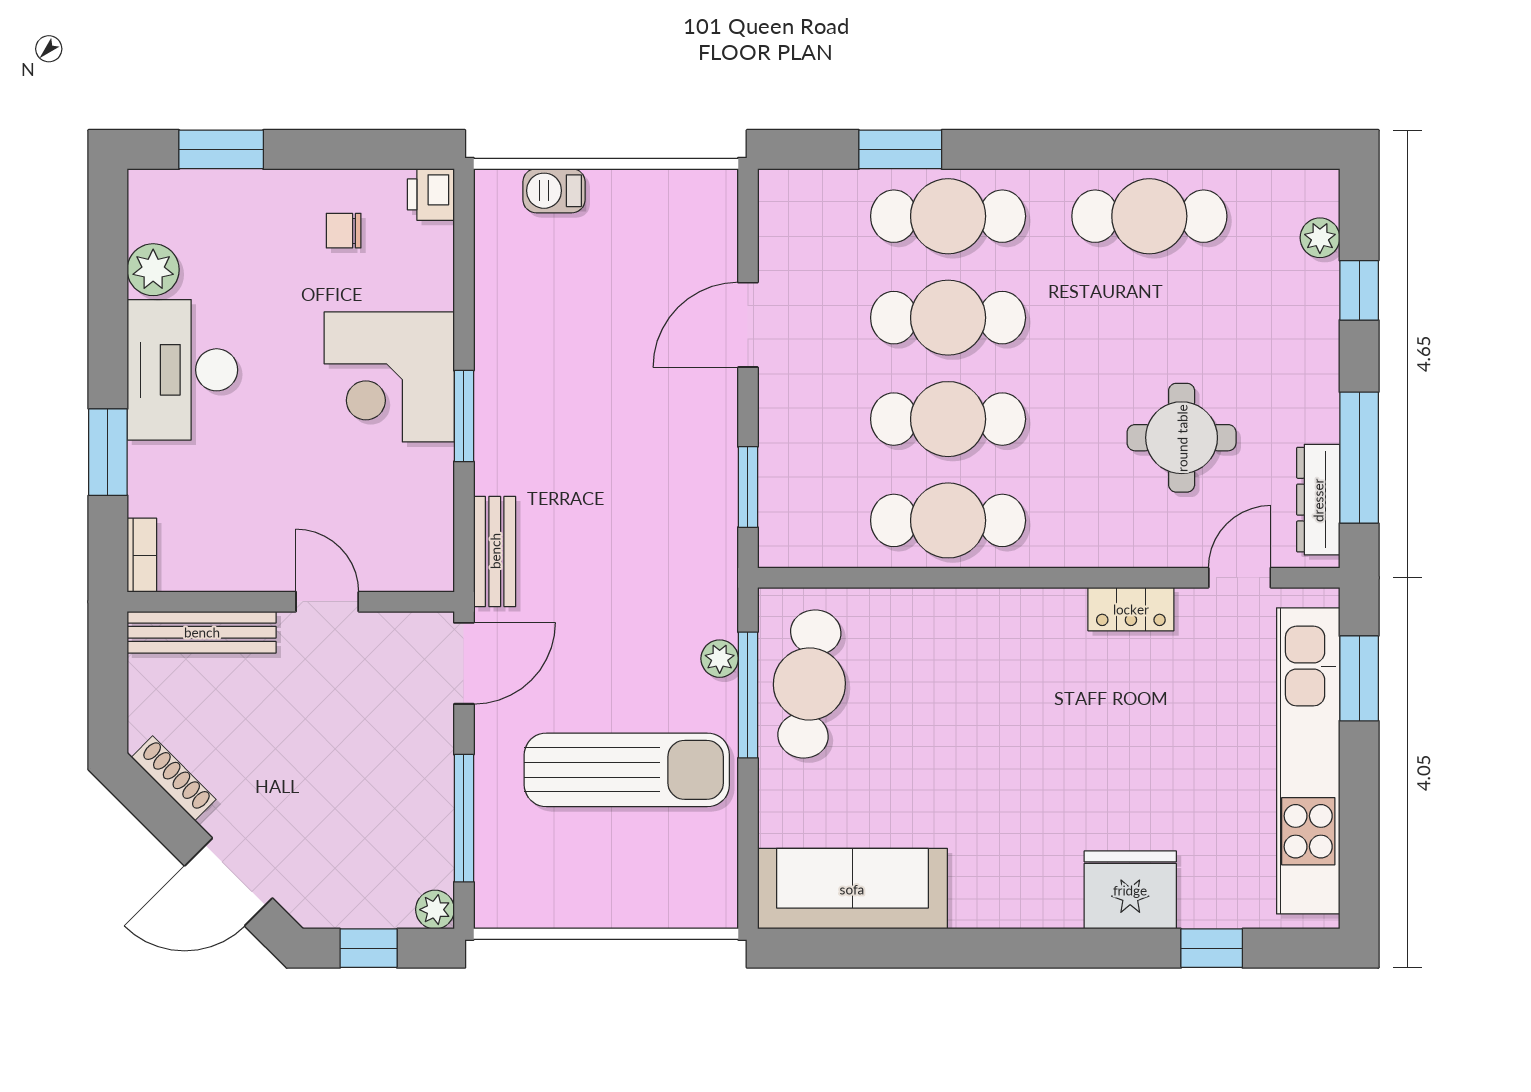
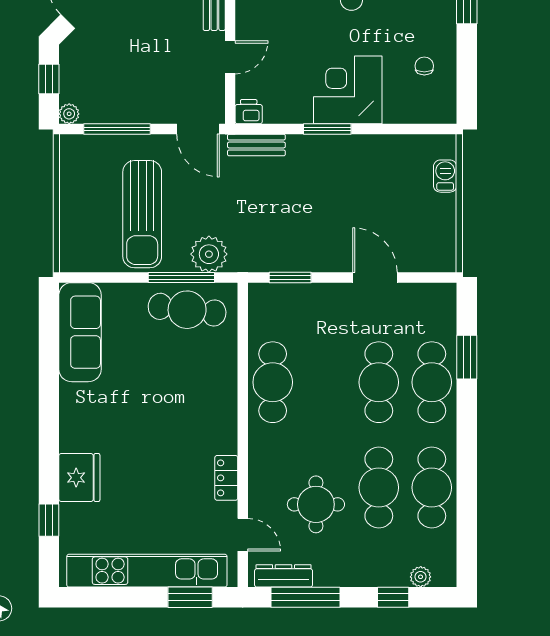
printer: (431, 194) -> (249, 112), moved
cafe table: (948, 419) -> (379, 488), moved
plant: (720, 659) -> (209, 254), width x1.88, depth x1.88

